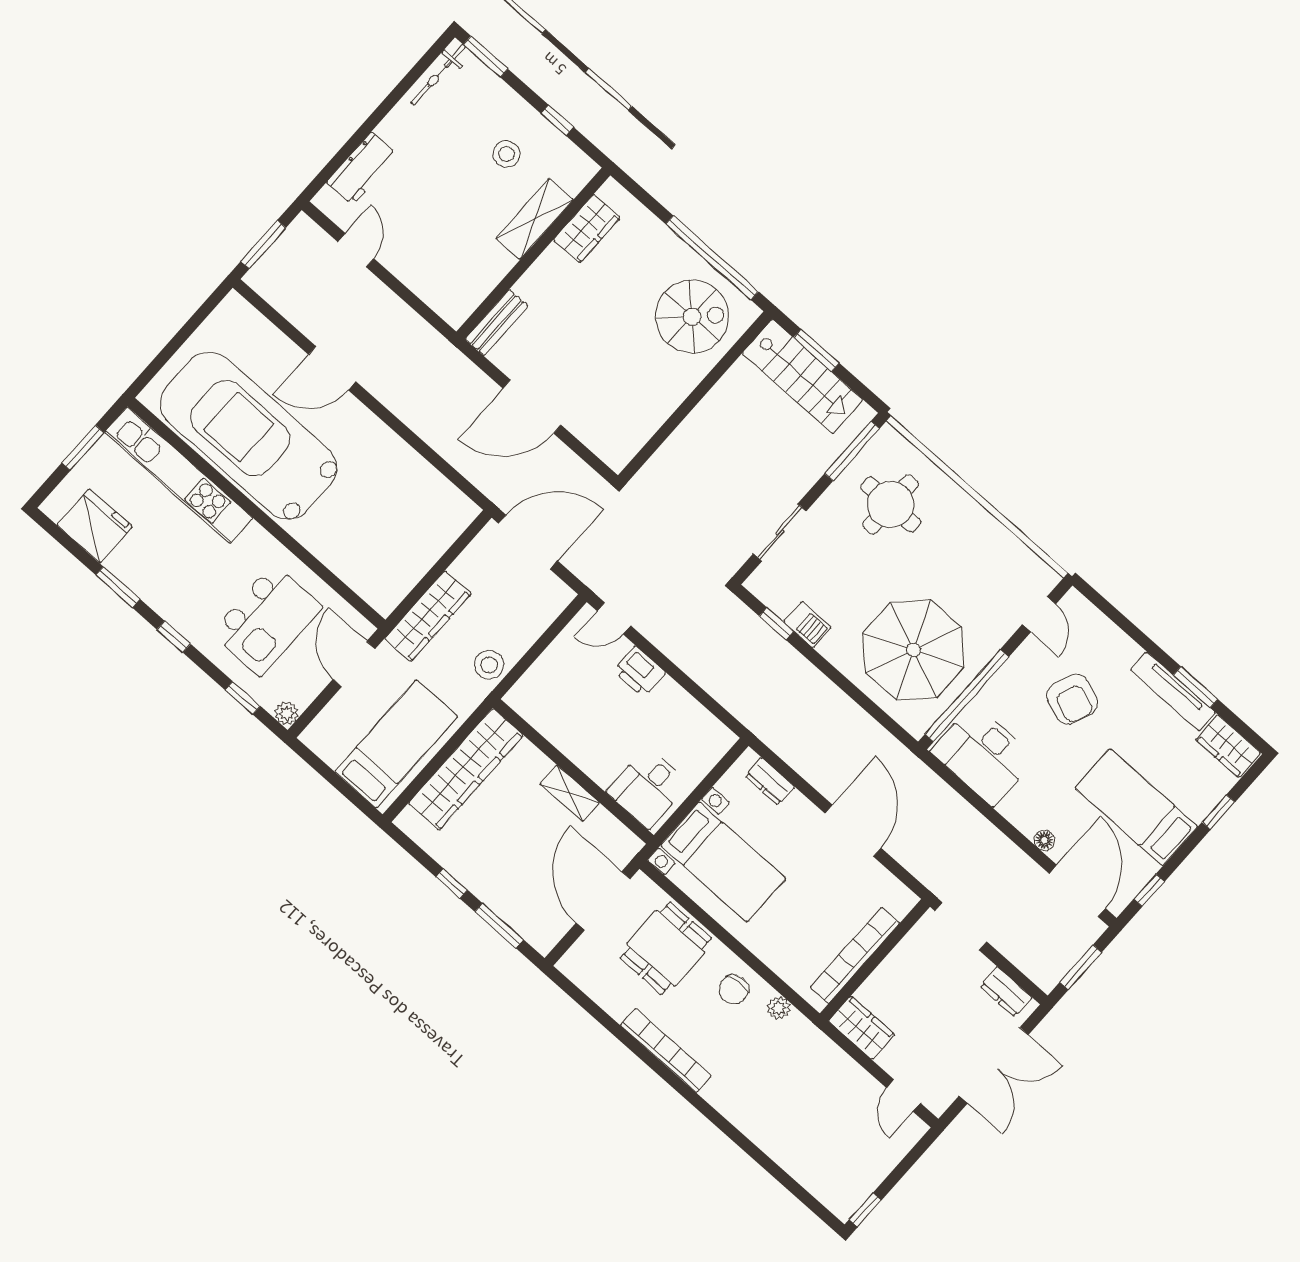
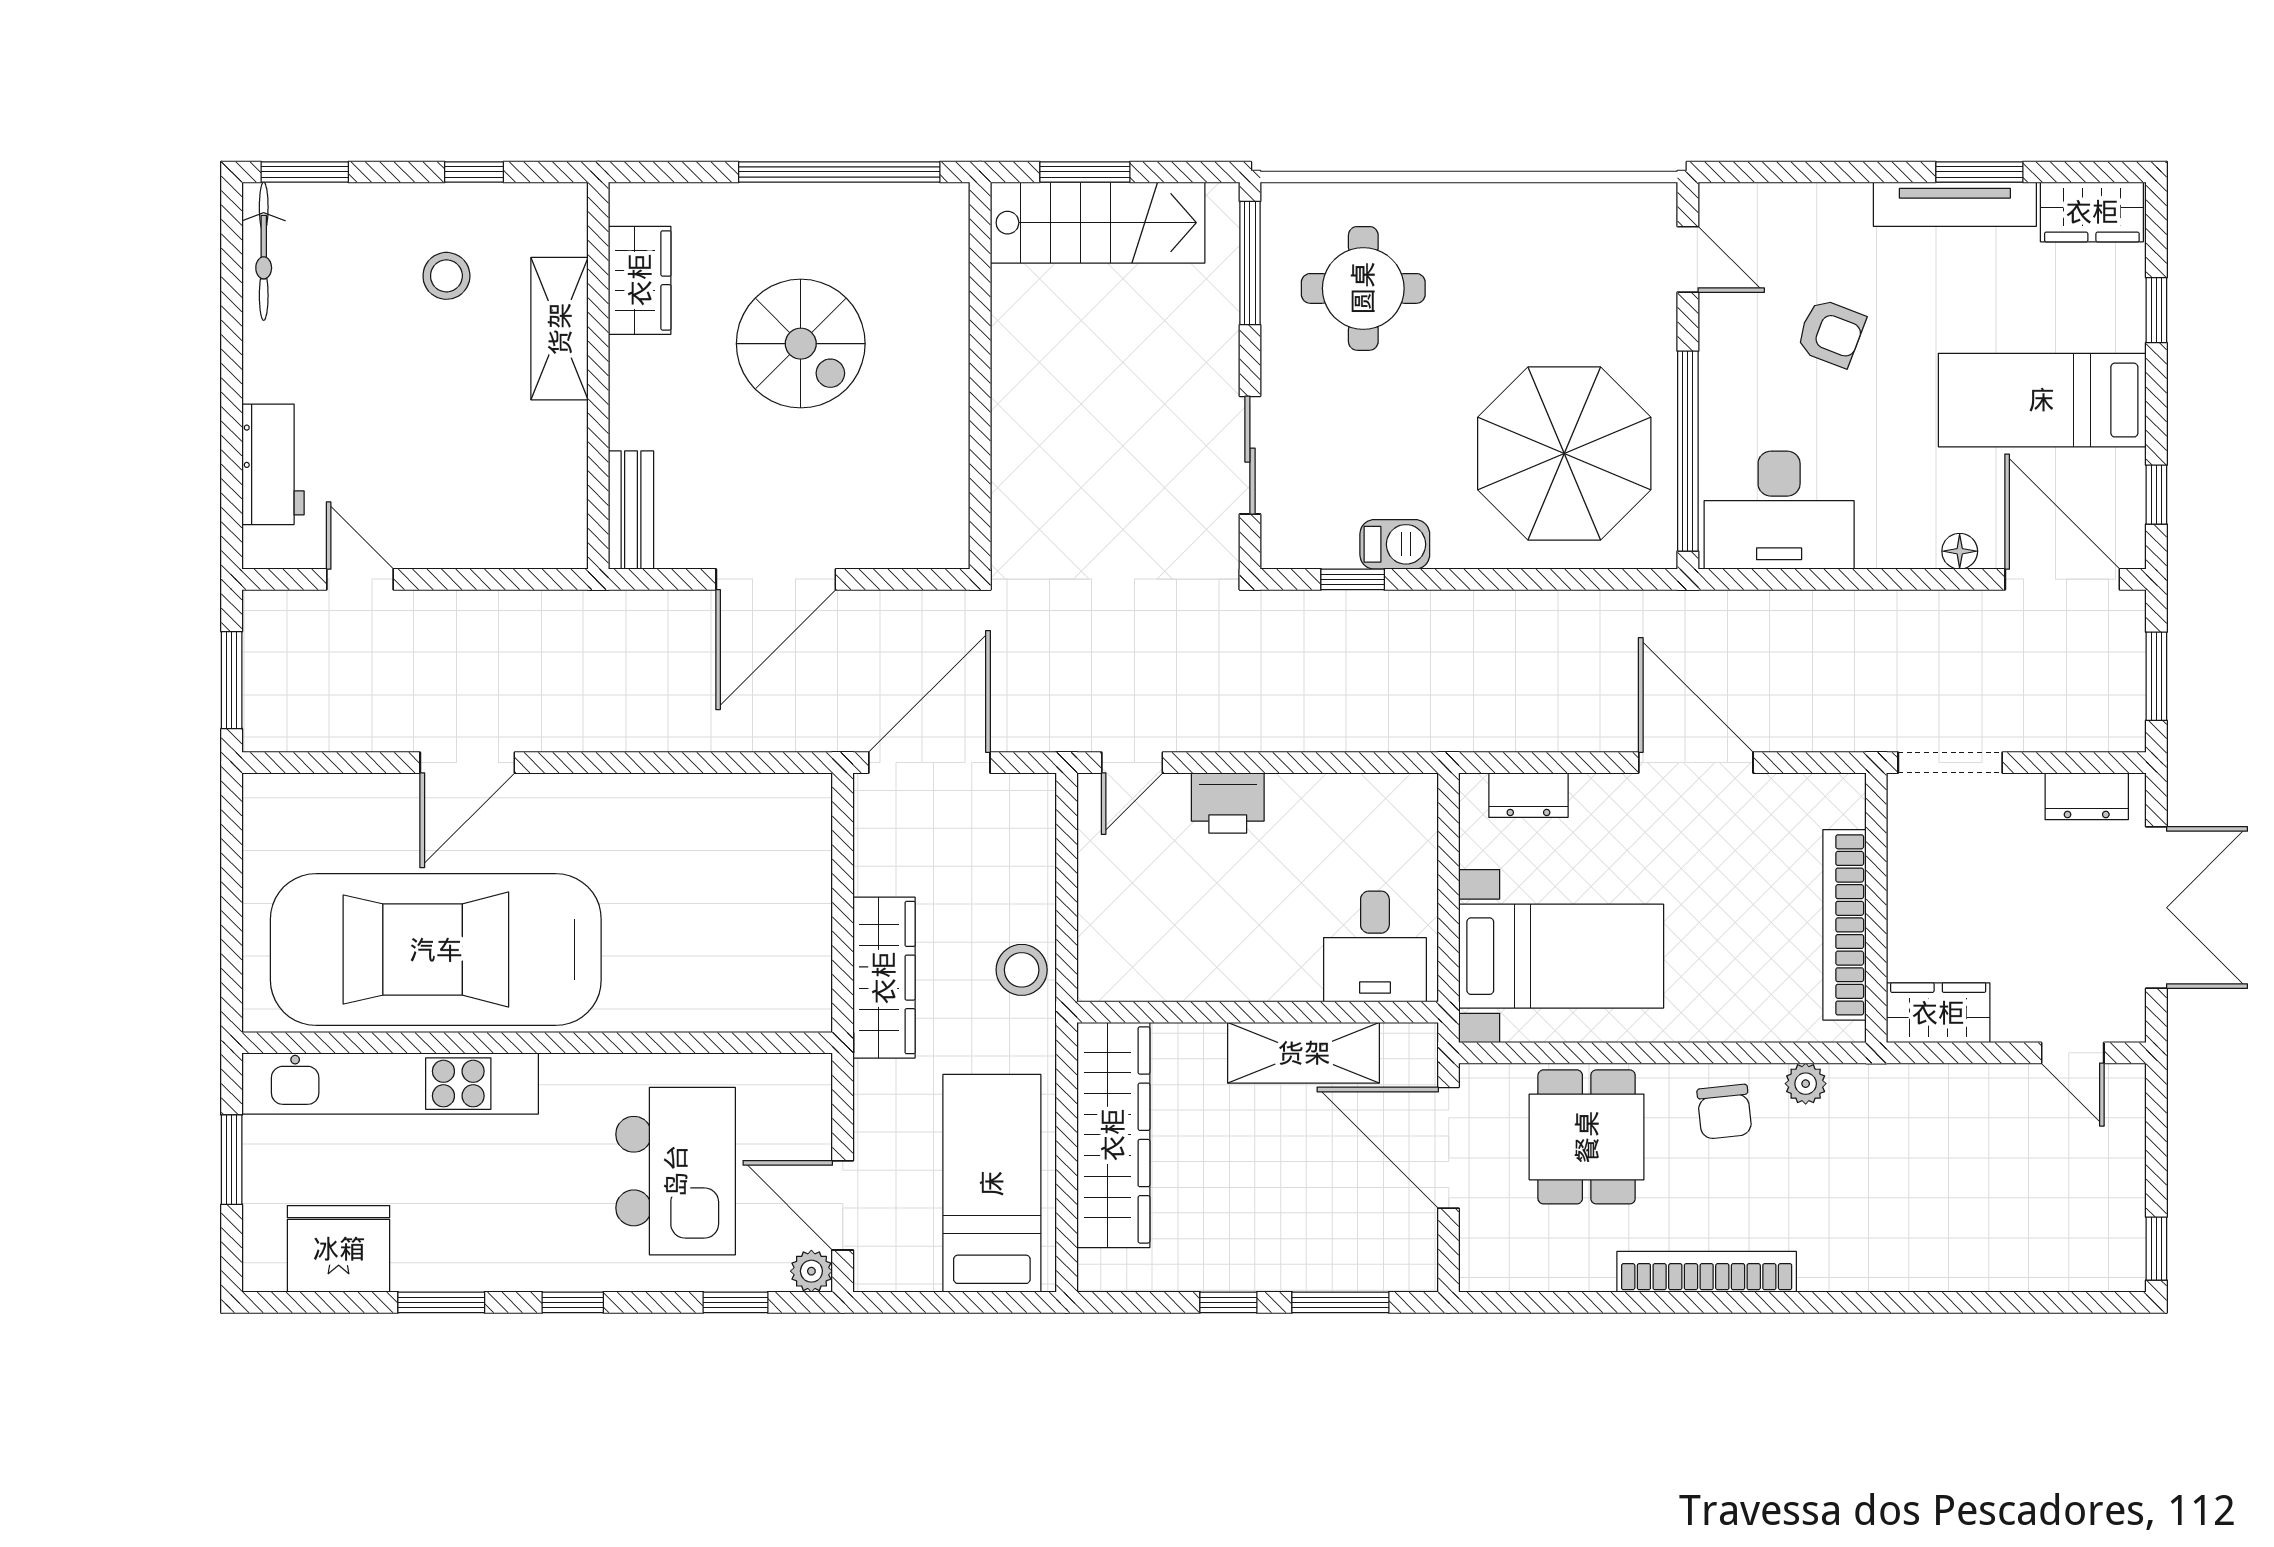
spiral stairs: (692, 317) -> (801, 344), moved, turned 90
door: (354, 664) -> (843, 1205), moved
armchair: (1072, 699) -> (1831, 333), width x0.72, depth x0.72
shelving: (570, 793) -> (1304, 1053), width x1.50, depth x1.33

